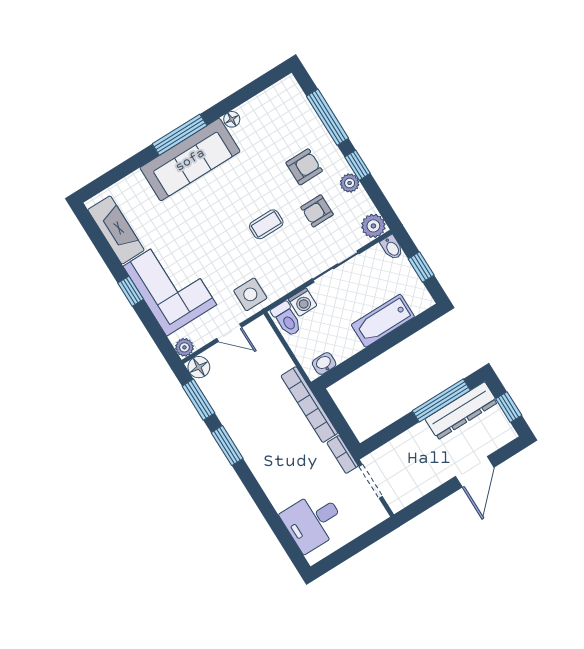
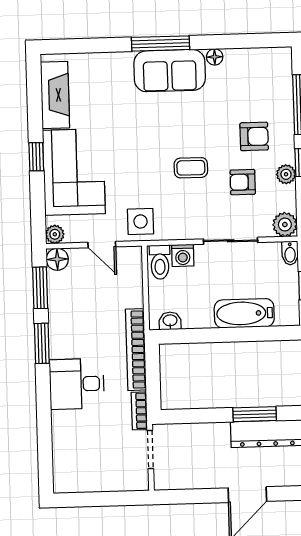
sofa: (190, 160) -> (170, 71), width x0.73
window: (441, 400) -> (255, 414), width x0.69
desk: (313, 521) -> (77, 384), moved

